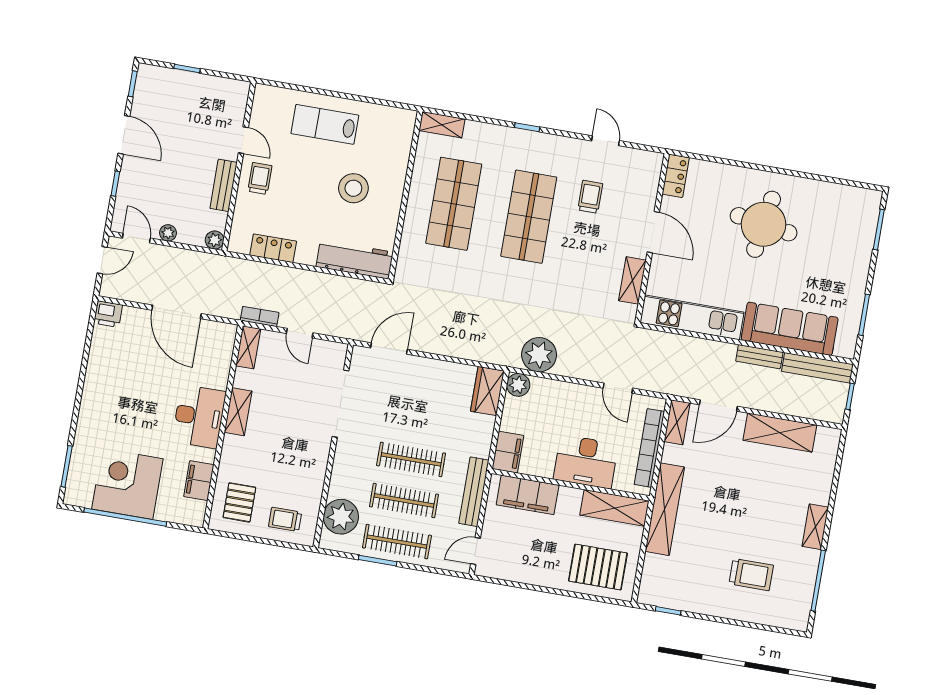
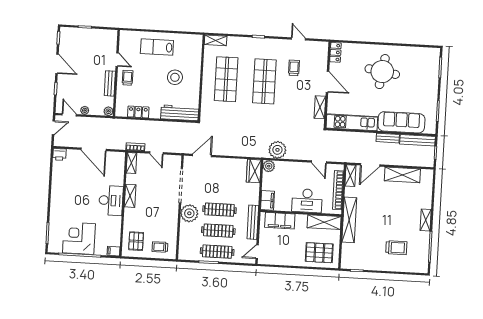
filing cabinet: (199, 481) -> (113, 251), moved, width x0.50
plant: (341, 517) -> (189, 213), moved

